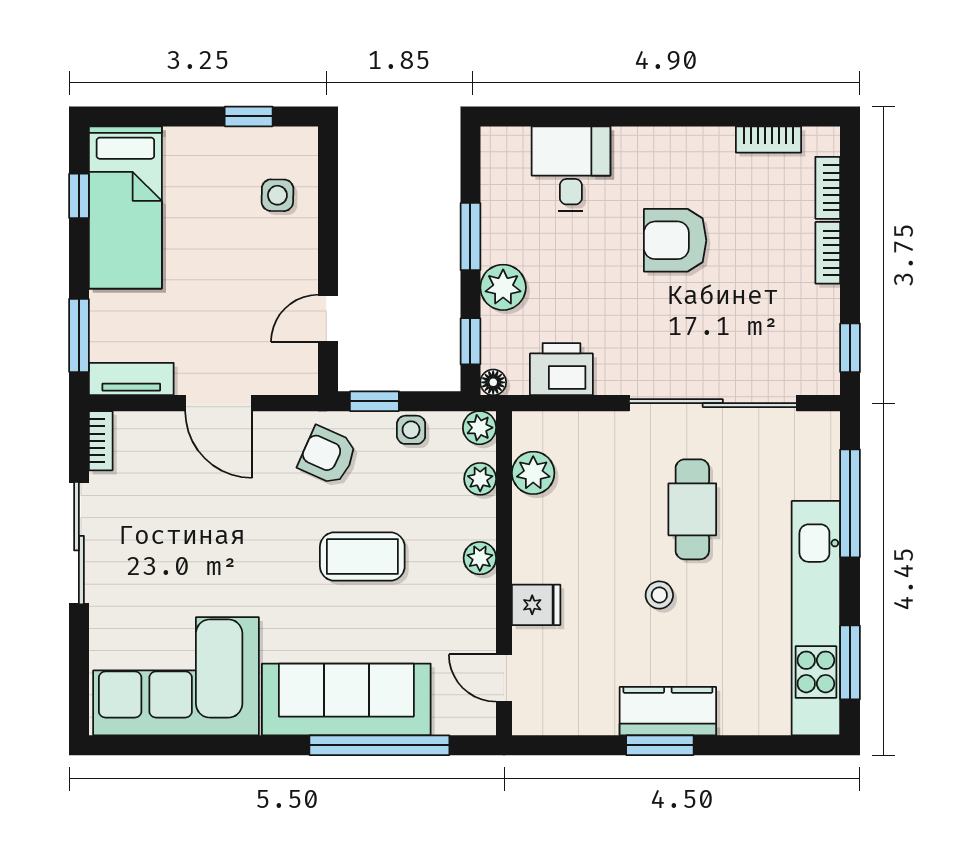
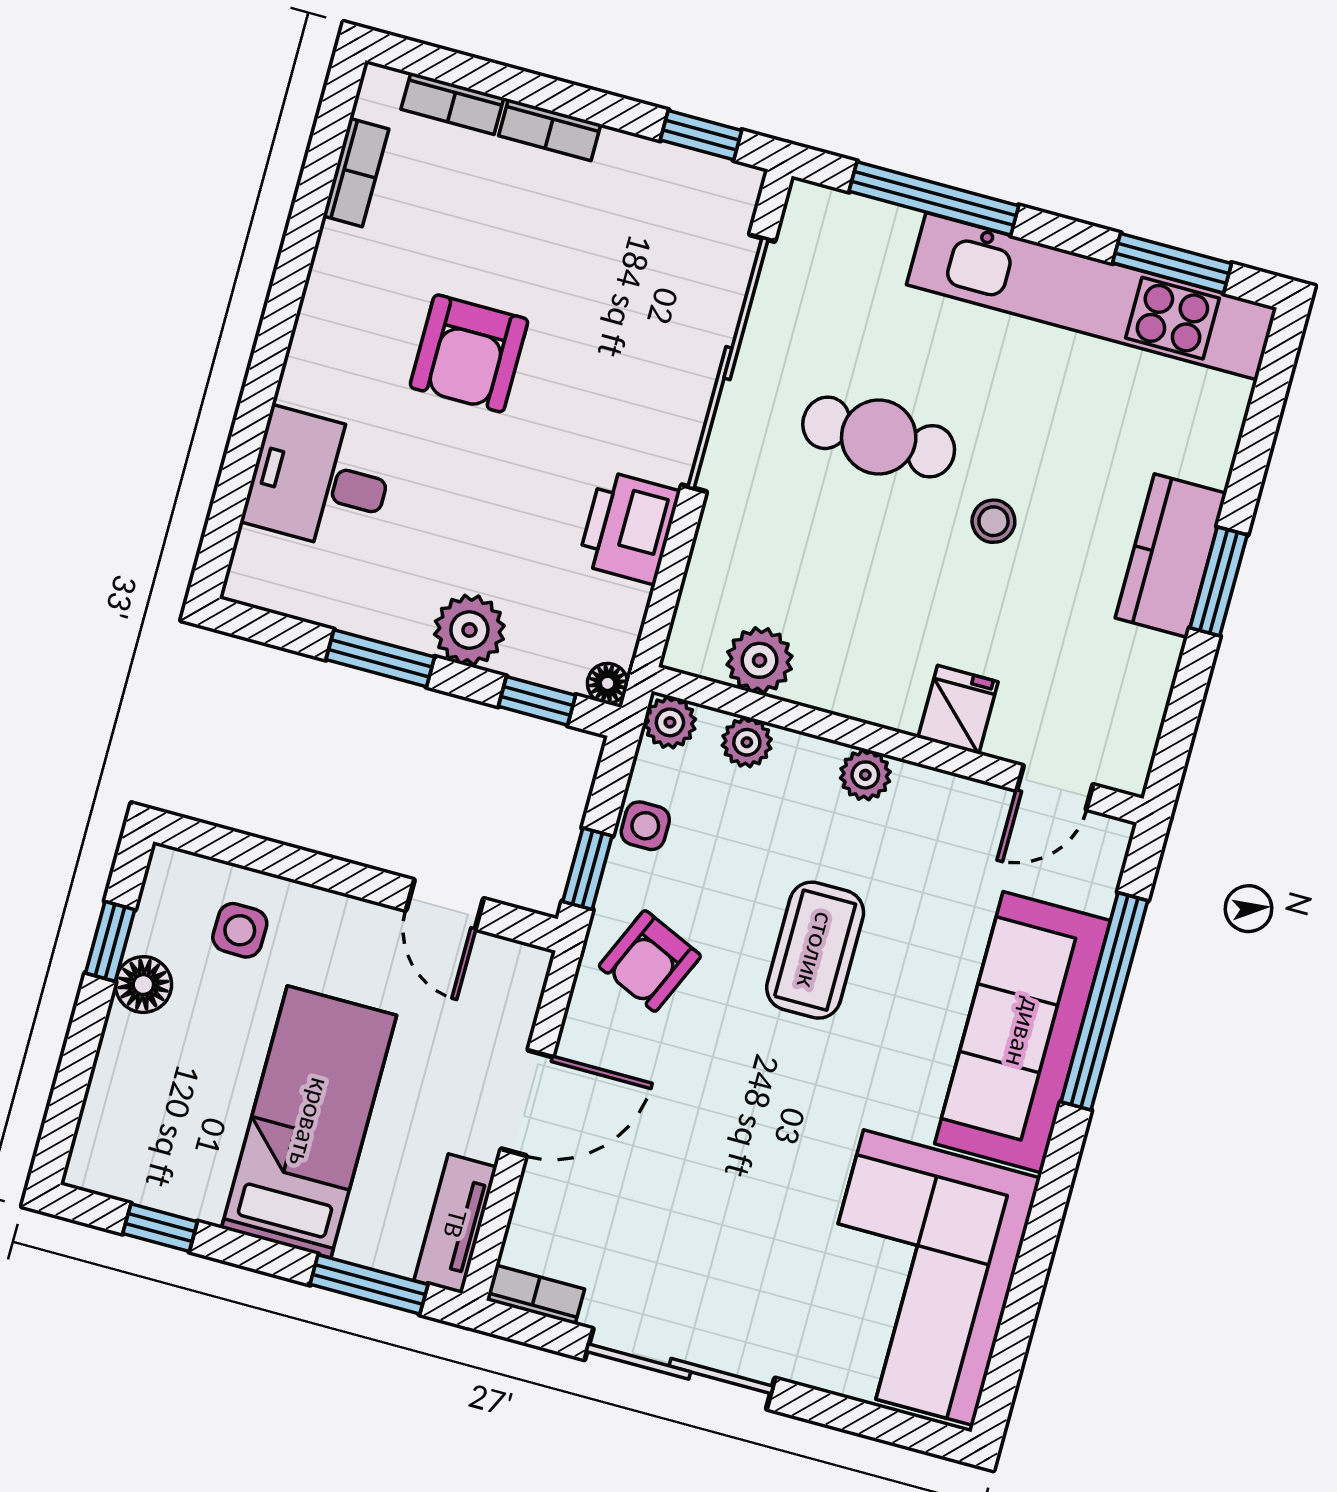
floor lamp: (227, 144) -> (143, 985), added
bed: (125, 207) -> (309, 1122), moved, turned -90
printer: (561, 369) -> (629, 527), moved

